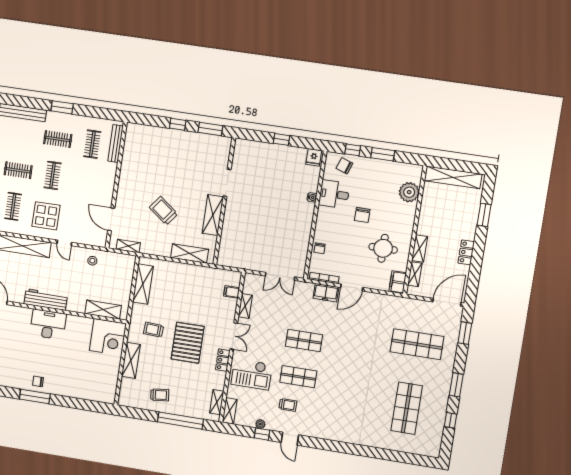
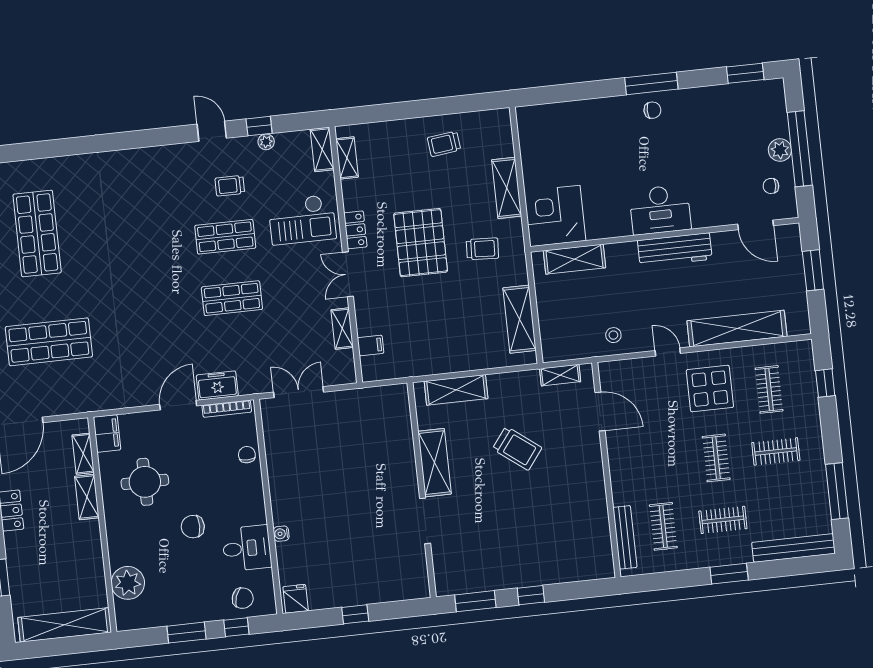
chair: (362, 215) -> (193, 527), turned -90
checkout: (252, 374) -> (302, 220), turned 180
window: (181, 421) -> (398, 111), removed

